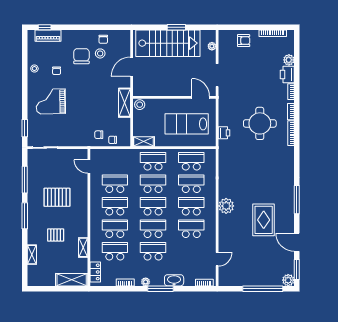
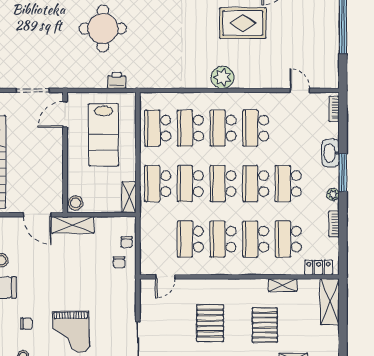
door: (132, 67) -> (37, 215), moved
pallet: (56, 235) -> (265, 325), width x1.50, depth x1.42

